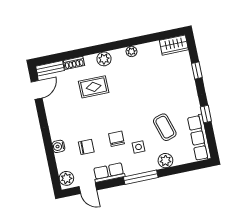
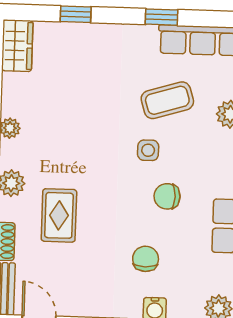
chair: (86, 147) -> (146, 259), moved
side table: (139, 147) -> (148, 150), moved

